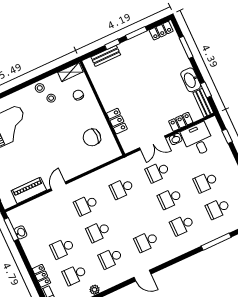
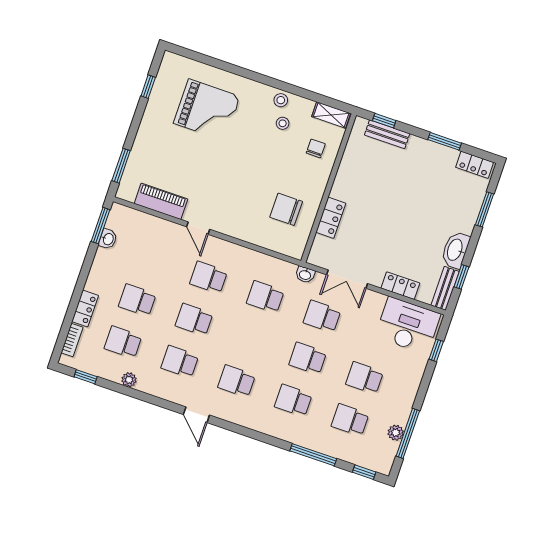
window: (112, 44) -> (384, 121), moved
washbasin: (176, 139) -> (305, 275), moved
desk: (198, 139) -> (408, 325), width x1.37
door: (59, 186) -> (198, 228), swing flipped

